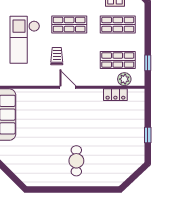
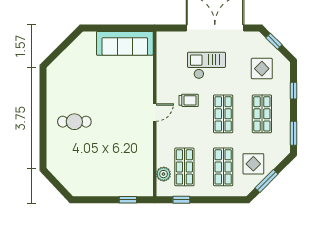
checkout: (25, 40) -> (206, 65), width x0.73, depth x0.83
locker: (115, 95) -> (147, 164), removed
window: (148, 135) -> (128, 200), moved

